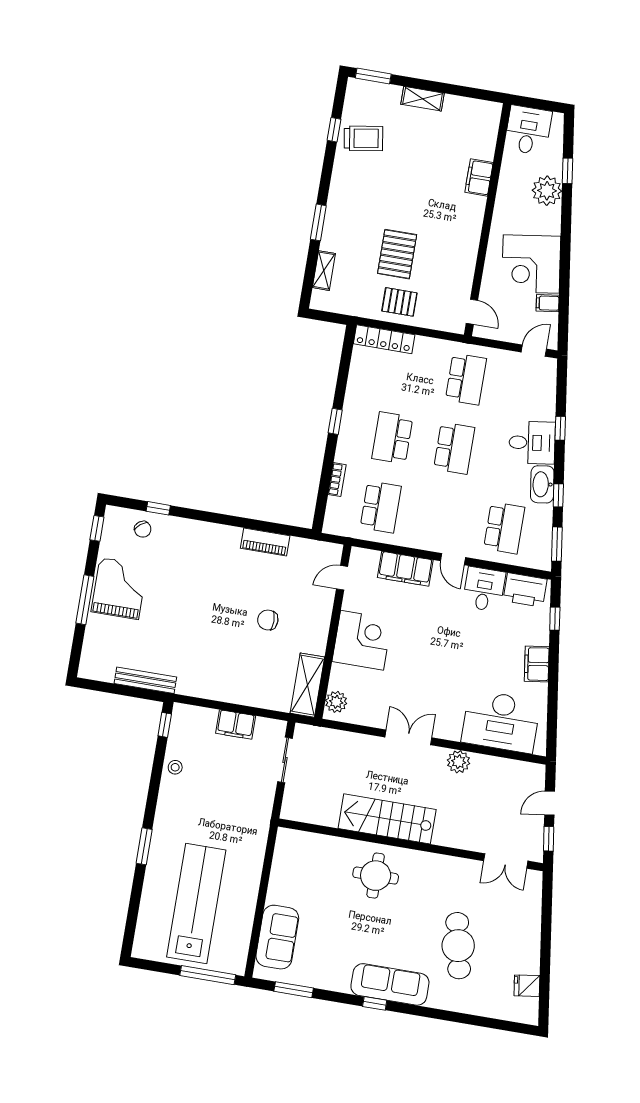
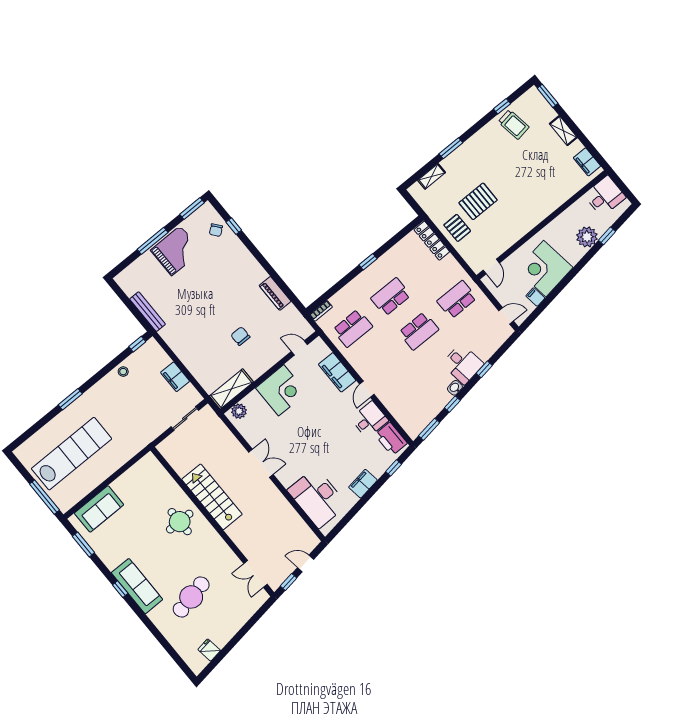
filing cabinet: (479, 177) -> (587, 162), moved, turned -90
school desk: (466, 379) -> (457, 300), turned 180
bookcase: (337, 480) -> (321, 311), moved
washbasin: (542, 484) -> (455, 388), width x0.52, depth x0.69
window: (97, 528) -> (192, 209), width x1.50
school desk: (504, 528) -> (409, 396), removed
plant: (459, 762) -> (276, 499), removed

